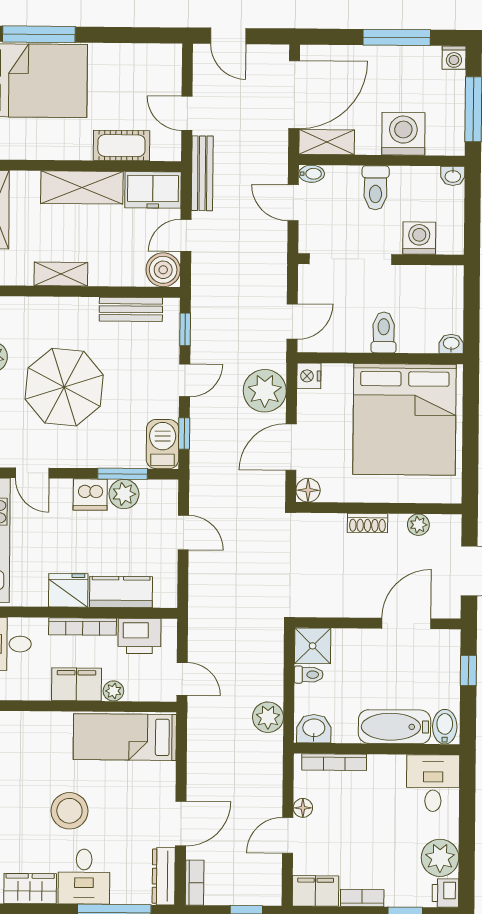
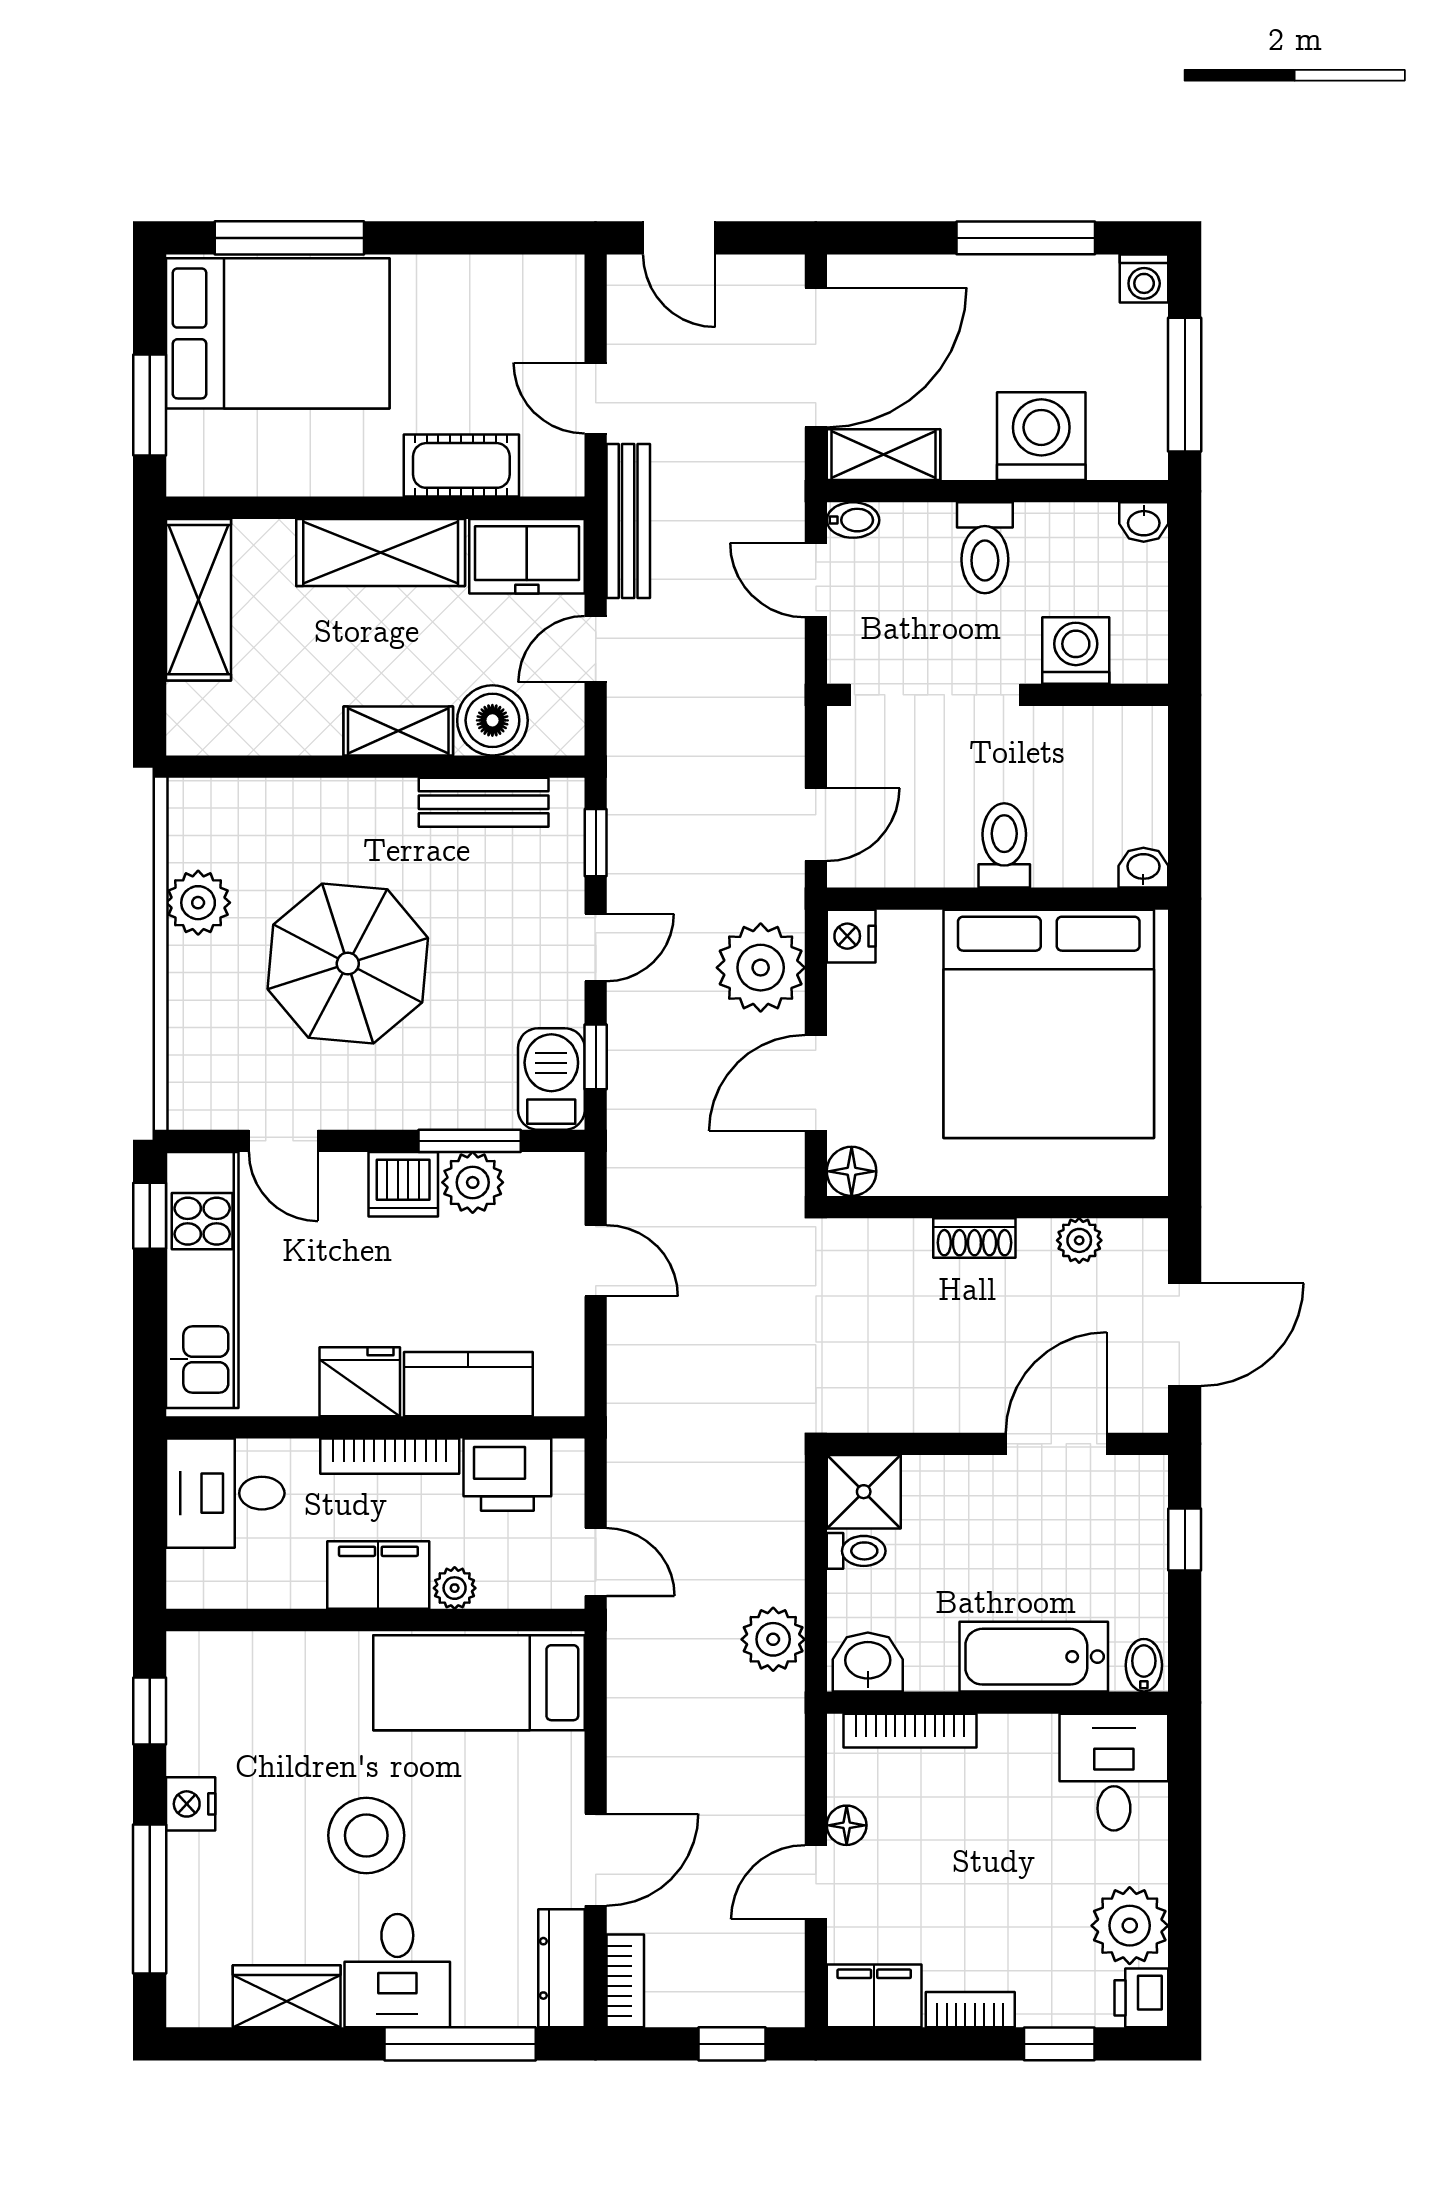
boiler: (163, 270) -> (492, 720), moved
shelving: (61, 274) -> (398, 731), moved
bidet: (445, 727) -> (1144, 1665), width x0.72, depth x0.74

